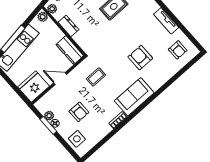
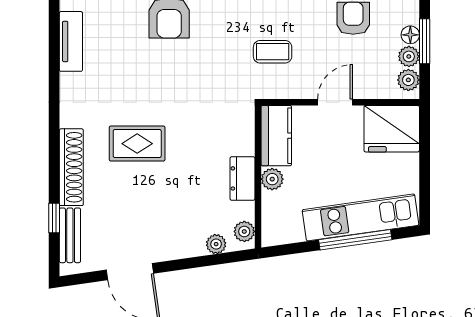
plant: (43, 17) -> (272, 179), moved
door: (60, 79) -> (335, 102), swing flipped
plant: (42, 108) -> (408, 80), added

